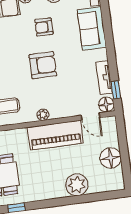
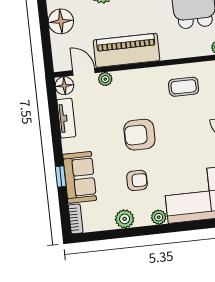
window: (116, 90) -> (61, 177), moved
plant: (43, 115) -> (105, 79), moved

